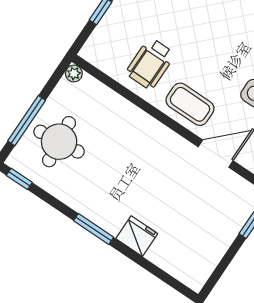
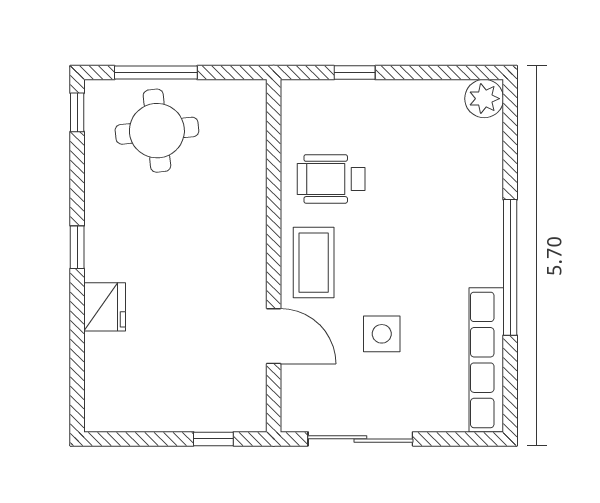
plant: (74, 73) -> (254, 92), removed
window: (94, 229) -> (77, 247), width x0.67

